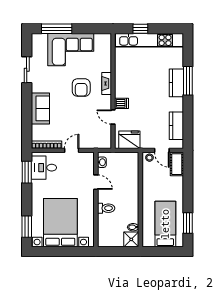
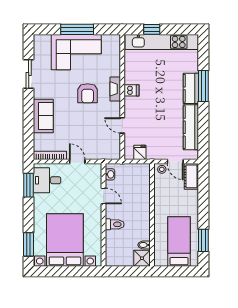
window: (57, 29) -> (77, 29), moved
dishwasher: (122, 103) -> (131, 90), moved
kitchen counter: (176, 126) -> (191, 127), width x1.50
fridge: (129, 140) -> (140, 152), width x0.53, depth x0.75
door: (72, 150) -> (77, 162), hinge flipped

